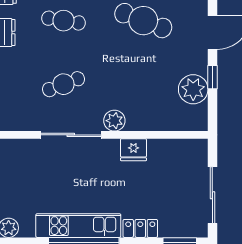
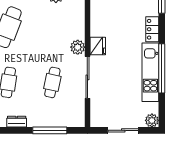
cafe table: (64, 84) -> (52, 82), turned 33
fridge: (133, 150) -> (98, 46), moved

